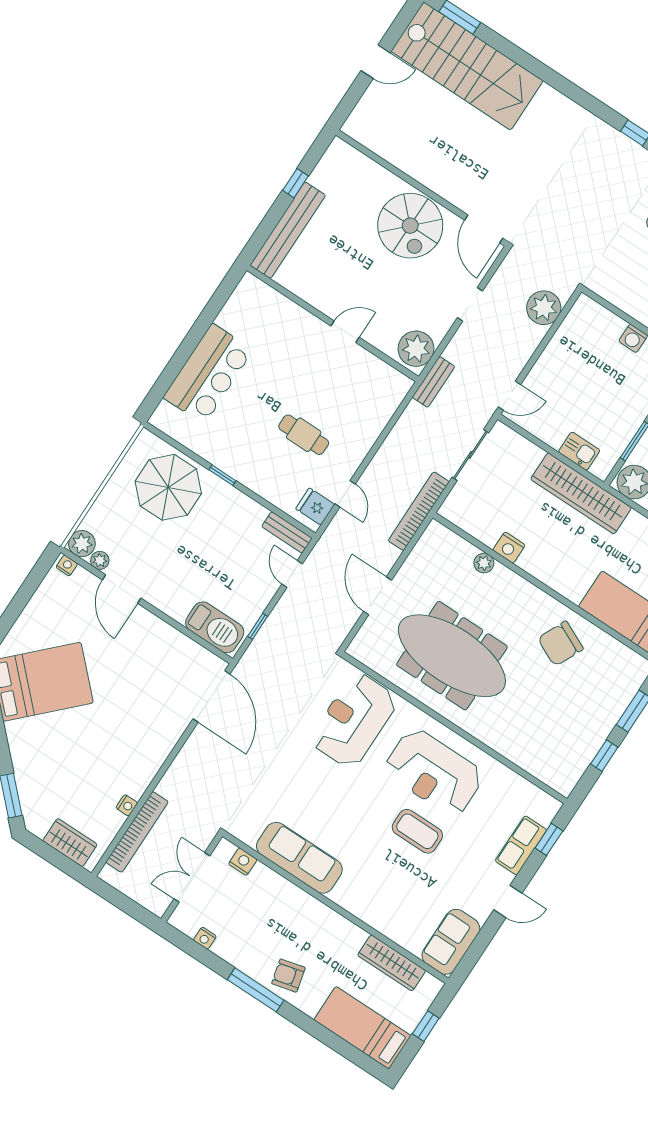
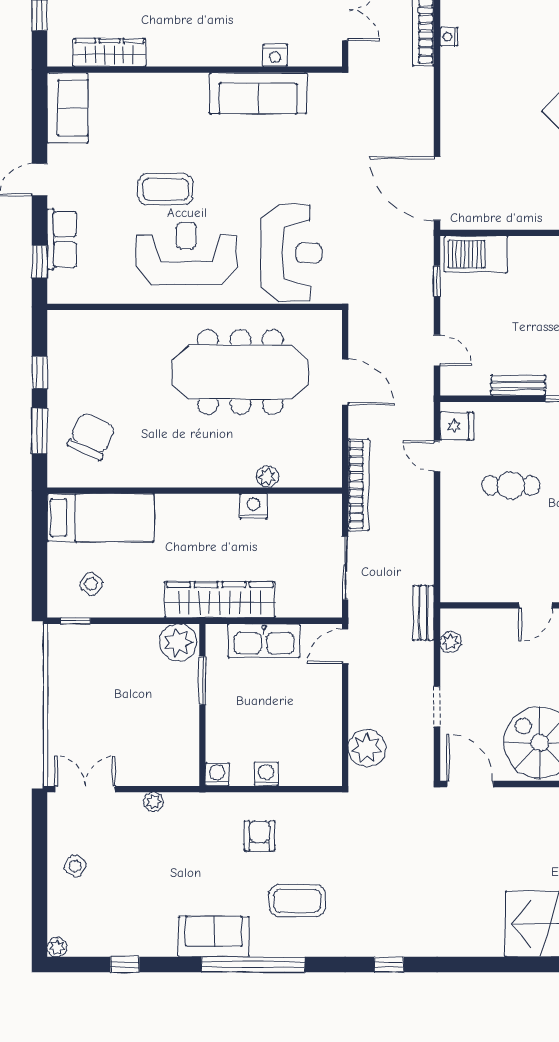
plant: (416, 349) -> (451, 642), width x0.53, depth x0.53
kitchen sink: (579, 451) -> (264, 641), width x1.88, depth x1.24
bench: (287, 532) -> (518, 385), moved
chair: (560, 644) -> (91, 436), moved
nightstand: (243, 862) -> (275, 55), moved

